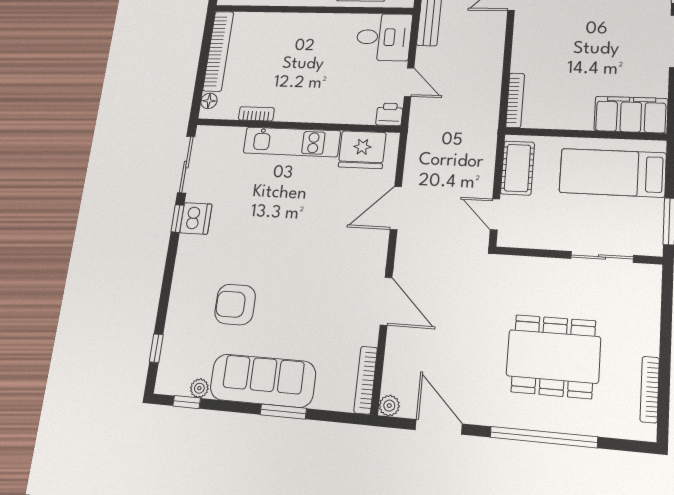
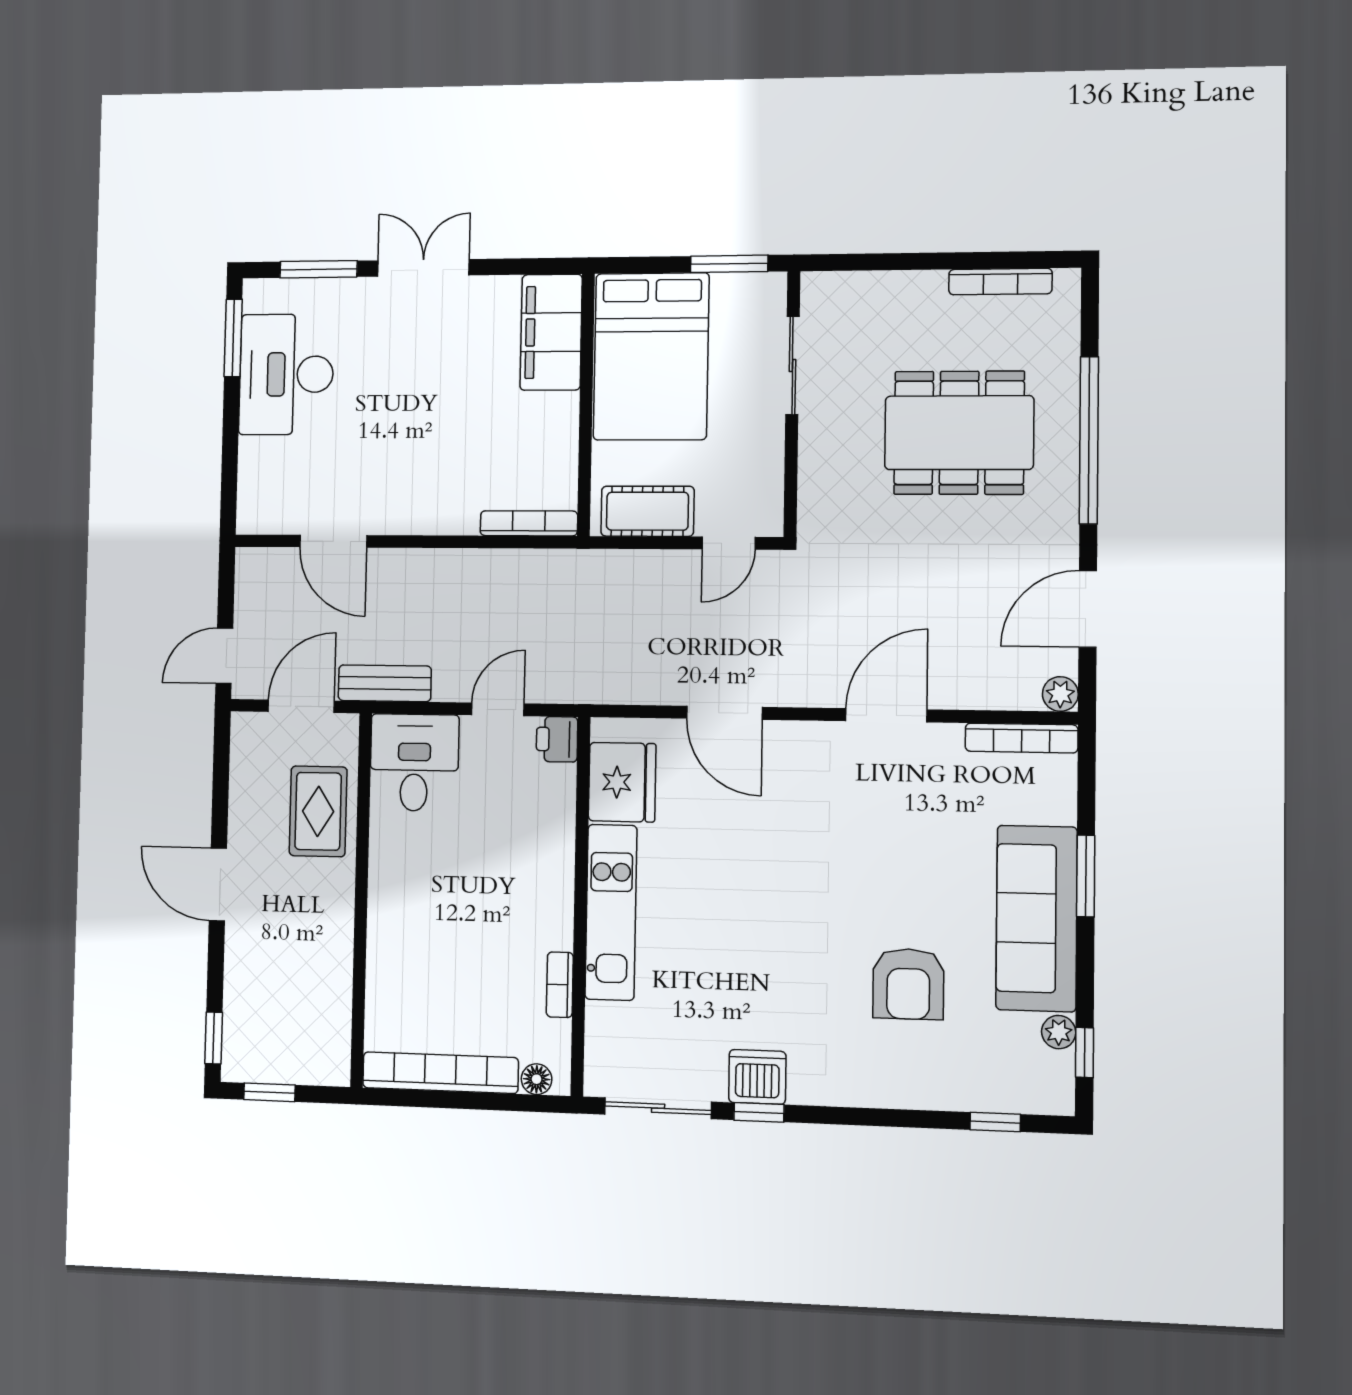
bed: (613, 173) -> (651, 356), width x1.50
dining table: (553, 356) -> (959, 433), turned 90

